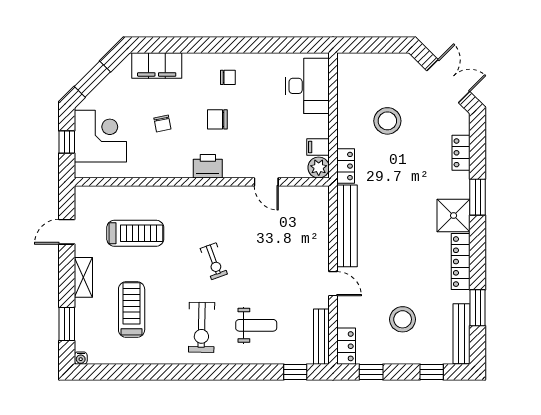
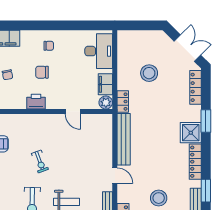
filing cabinet: (318, 147) -> (105, 84), width x2.00
locker: (461, 153) -> (195, 87), width x1.53

